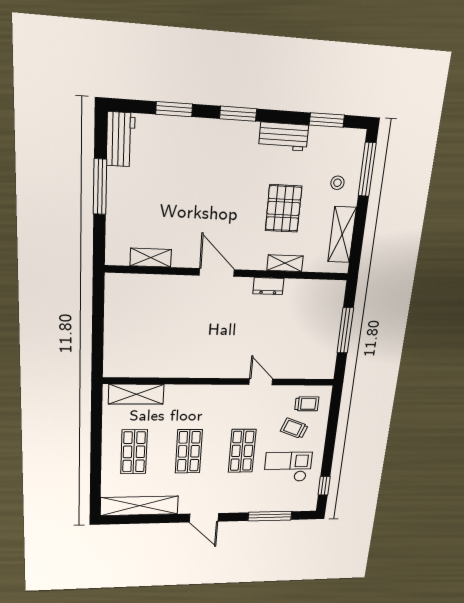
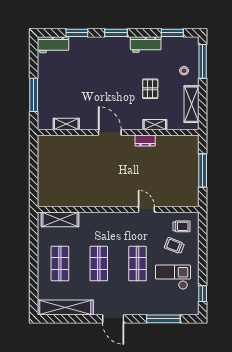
workbench: (121, 139) -> (53, 45), moved, turned 90
window: (100, 187) -> (34, 95), moved
pallet: (284, 208) -> (150, 89), width x0.67, depth x0.71

